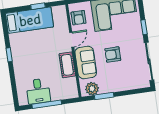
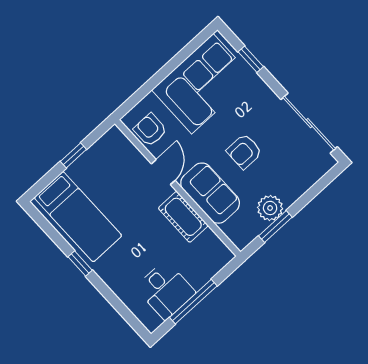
armchair: (79, 18) -> (150, 130), turned 180
bed: (30, 20) -> (78, 217), moved, turned 90
window: (144, 27) -> (251, 59), moved
plant: (92, 89) -> (270, 208), moved

